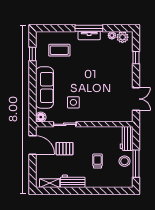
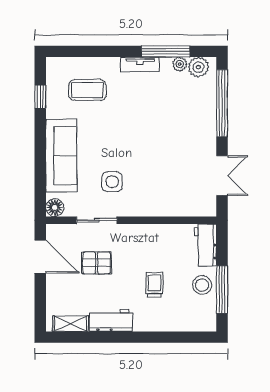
window: (89, 28) -> (166, 51), moved
window: (136, 58) -> (222, 103), width x3.17

